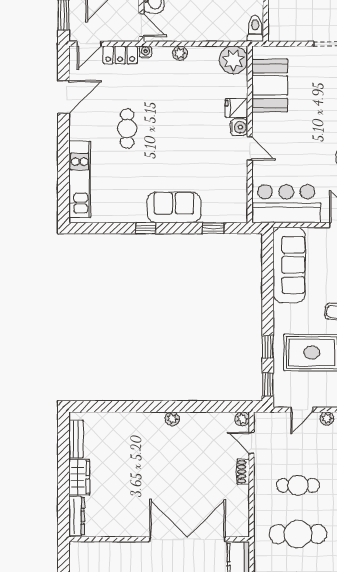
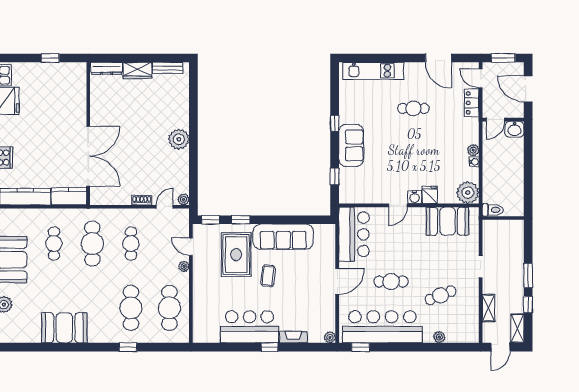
water cooler: (146, 52) -> (474, 162), moved
sofa: (289, 265) -> (283, 237), moved
plant: (172, 419) -> (179, 139), width x1.87, depth x1.87

